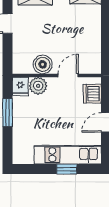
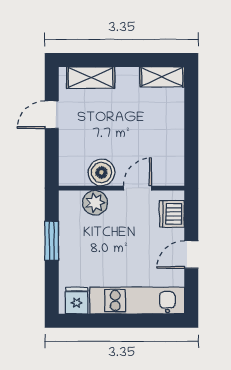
fridge: (20, 86) -> (77, 301), moved, turned 180
window: (67, 169) -> (136, 321), removed

